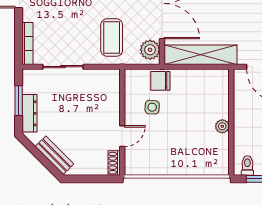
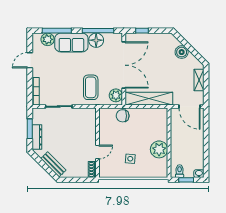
side table: (152, 107) -> (130, 159), moved
plant: (222, 126) -> (159, 149), width x1.88, depth x1.88

